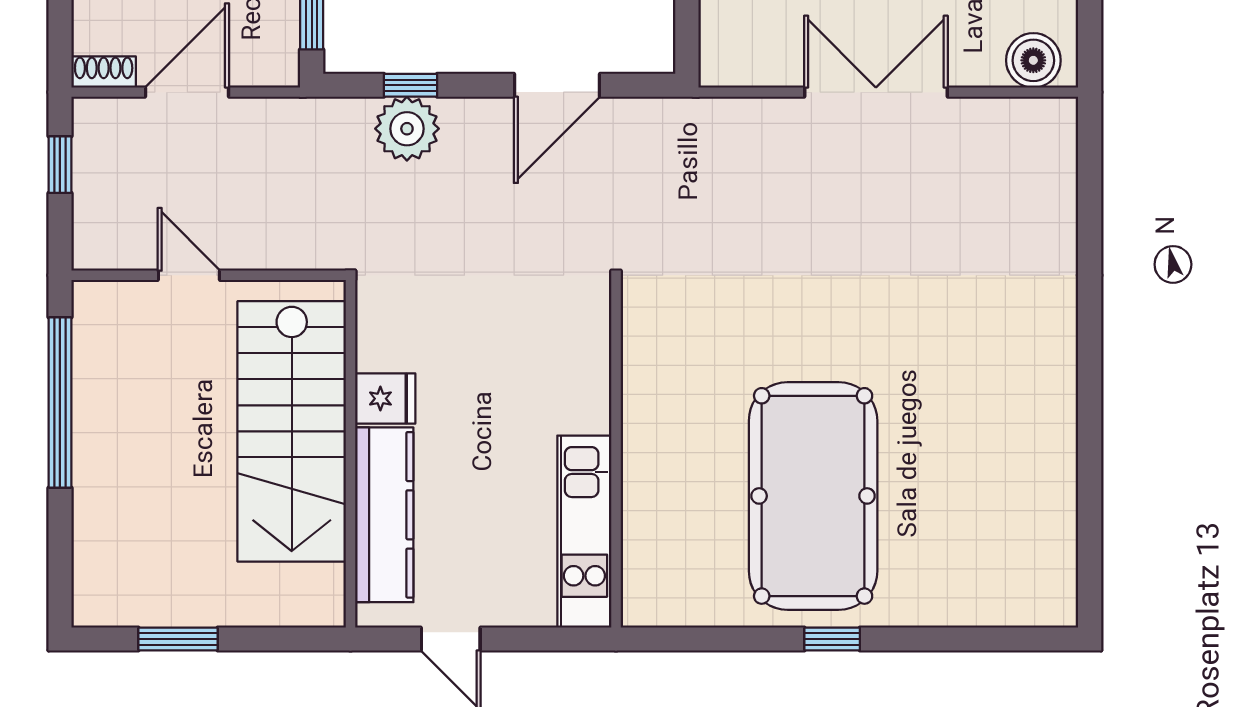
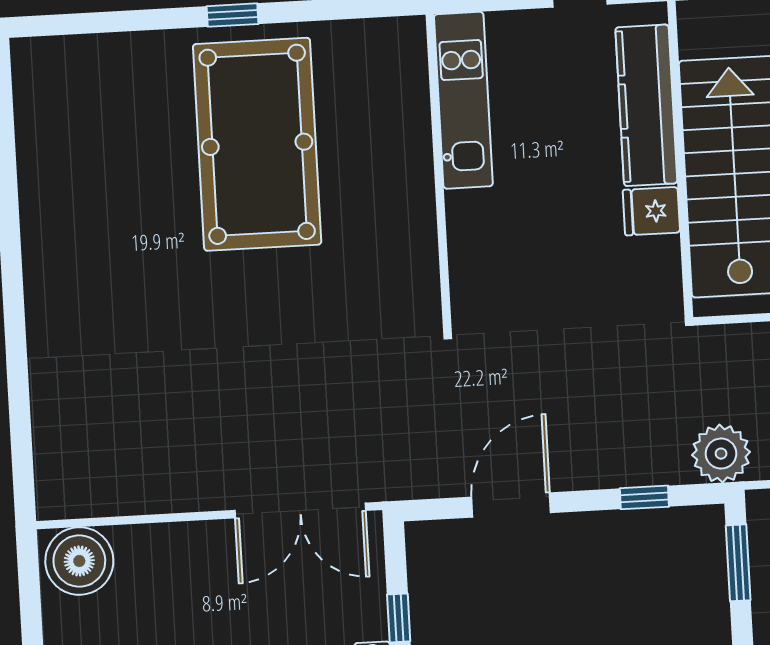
boiler: (1033, 60) -> (79, 561), width x1.37, depth x1.37
double door: (876, 92) -> (300, 510), moved
plant: (407, 129) -> (721, 454), moved

